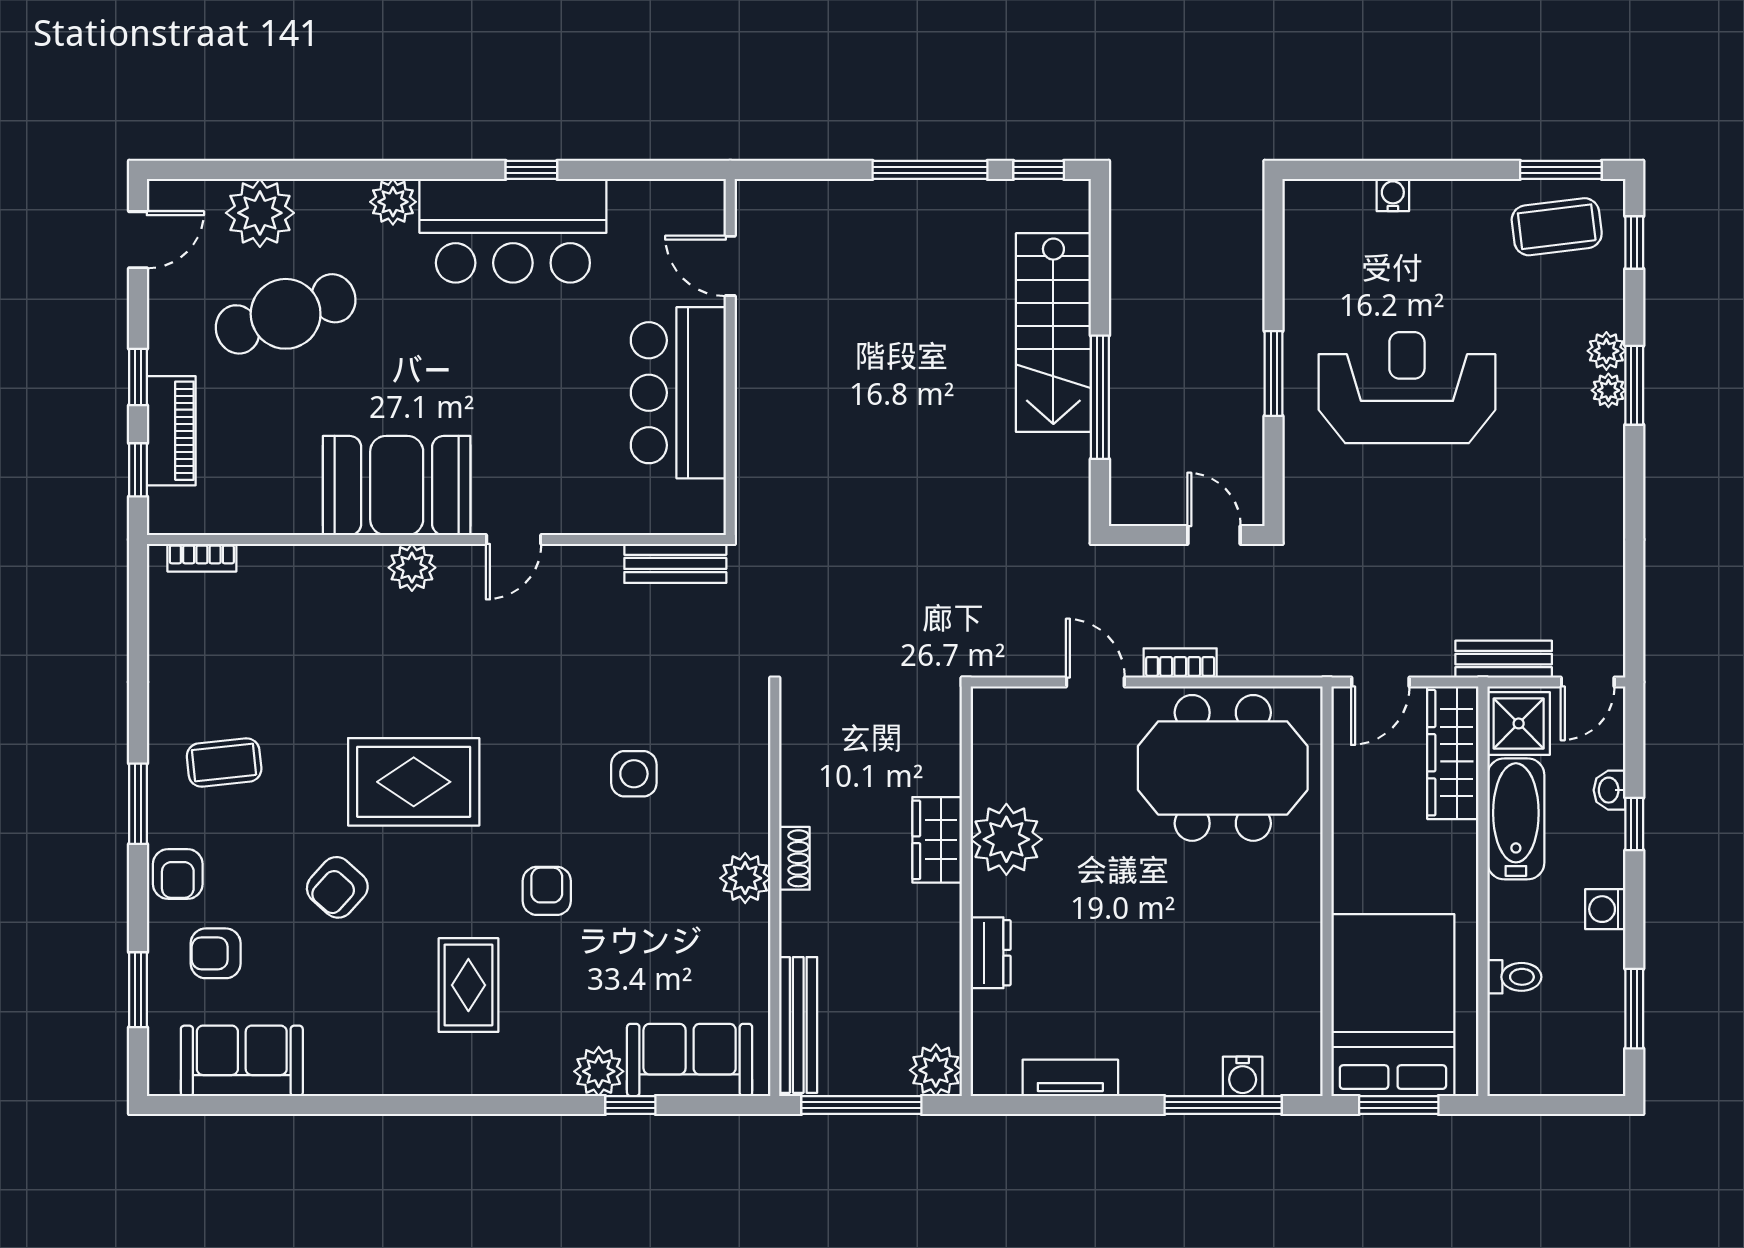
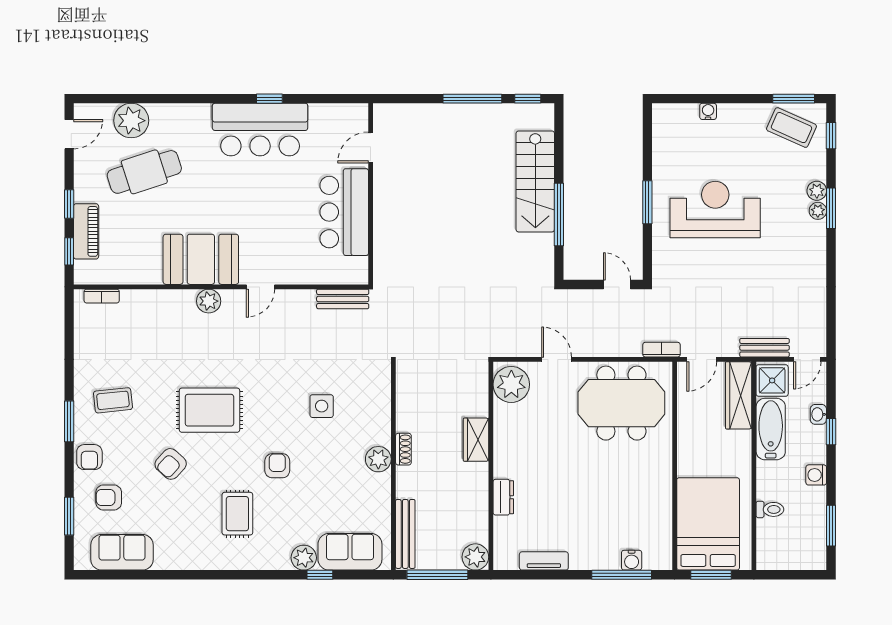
plant: (393, 202) -> (199, 115), removed
coffee table: (1557, 227) -> (791, 128), turned 31
door: (730, 266) -> (371, 148), hinge flipped
bookcase: (1180, 663) -> (662, 350), moved
plant: (1006, 839) -> (511, 384), moved

